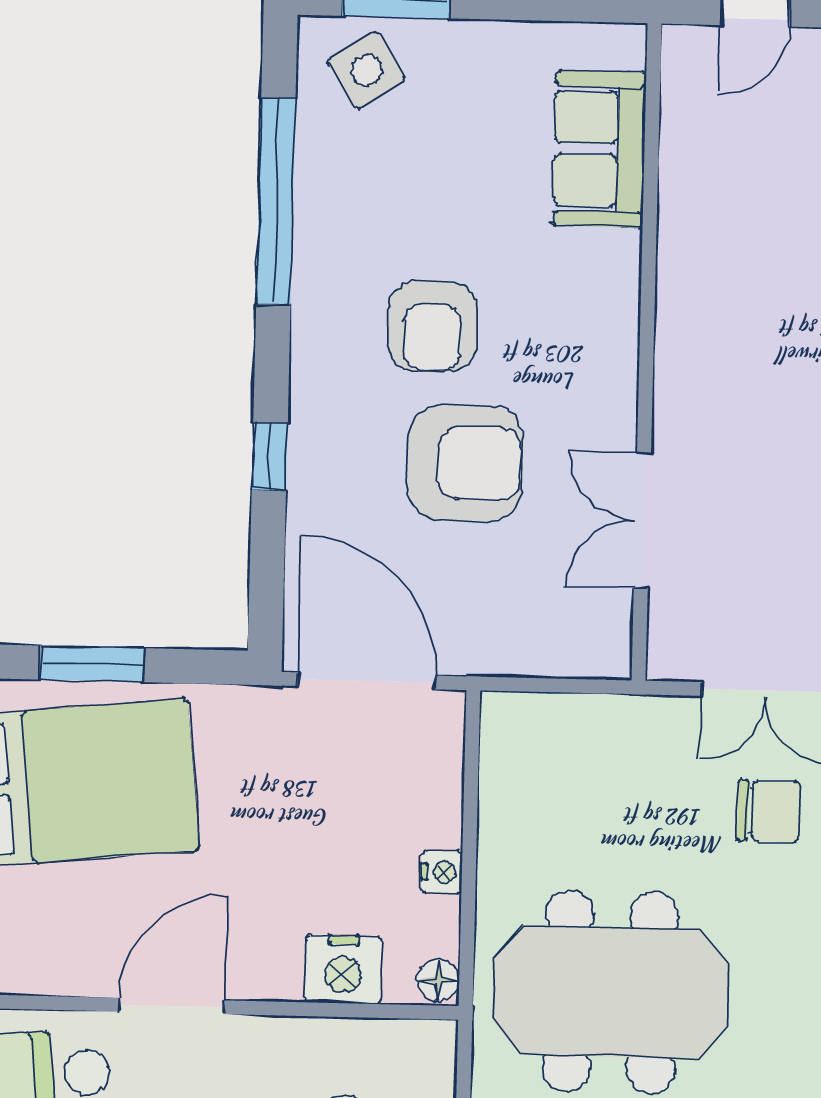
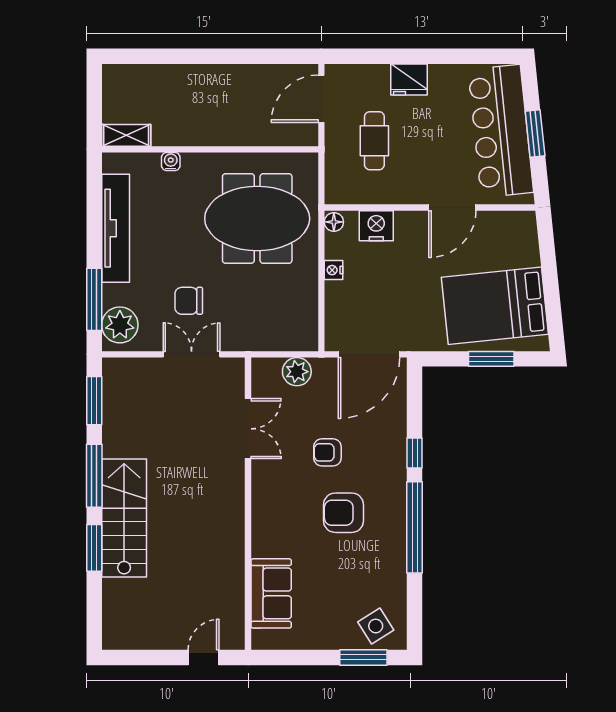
window: (276, 201) -> (415, 527), moved
armchair: (433, 326) -> (343, 513), turned -90
armchair: (465, 463) -> (327, 452), width x0.53, depth x0.53
plant: (530, 646) -> (297, 372), added
door: (366, 681) -> (369, 354), hinge flipped

